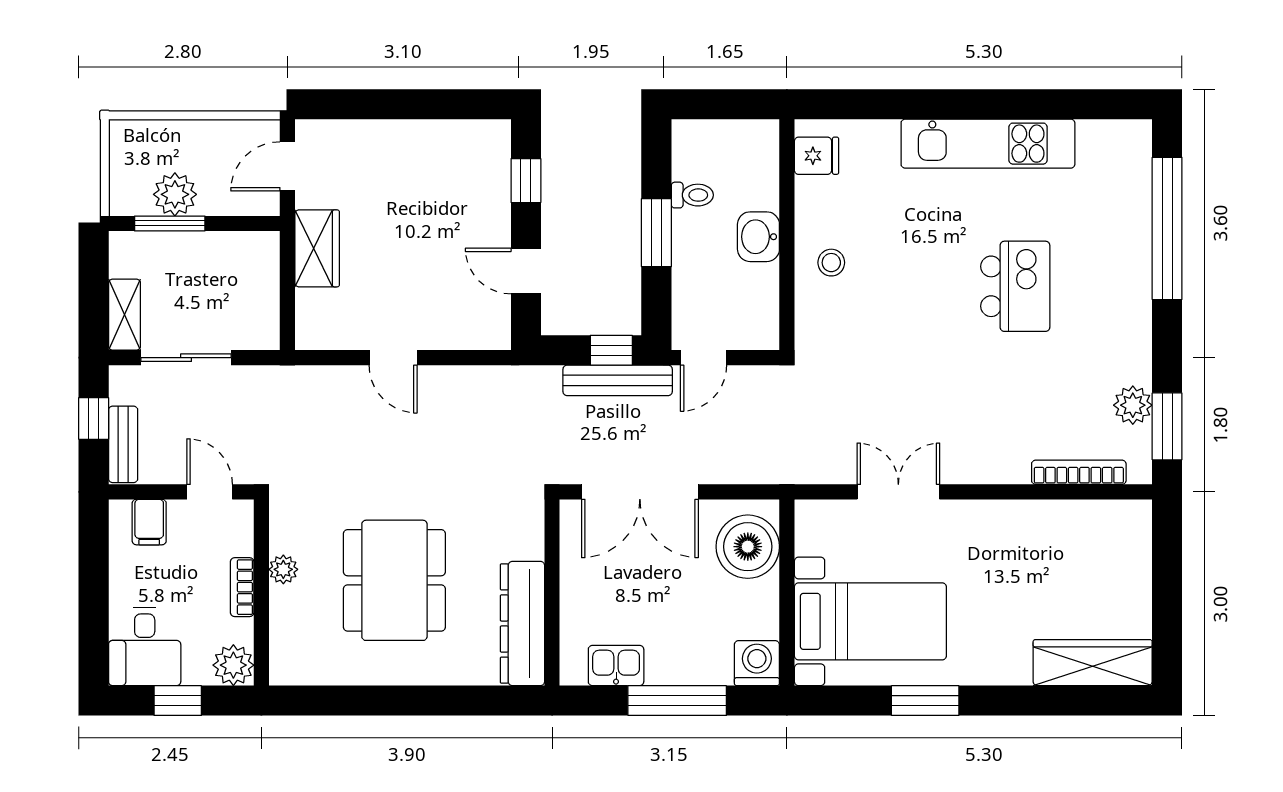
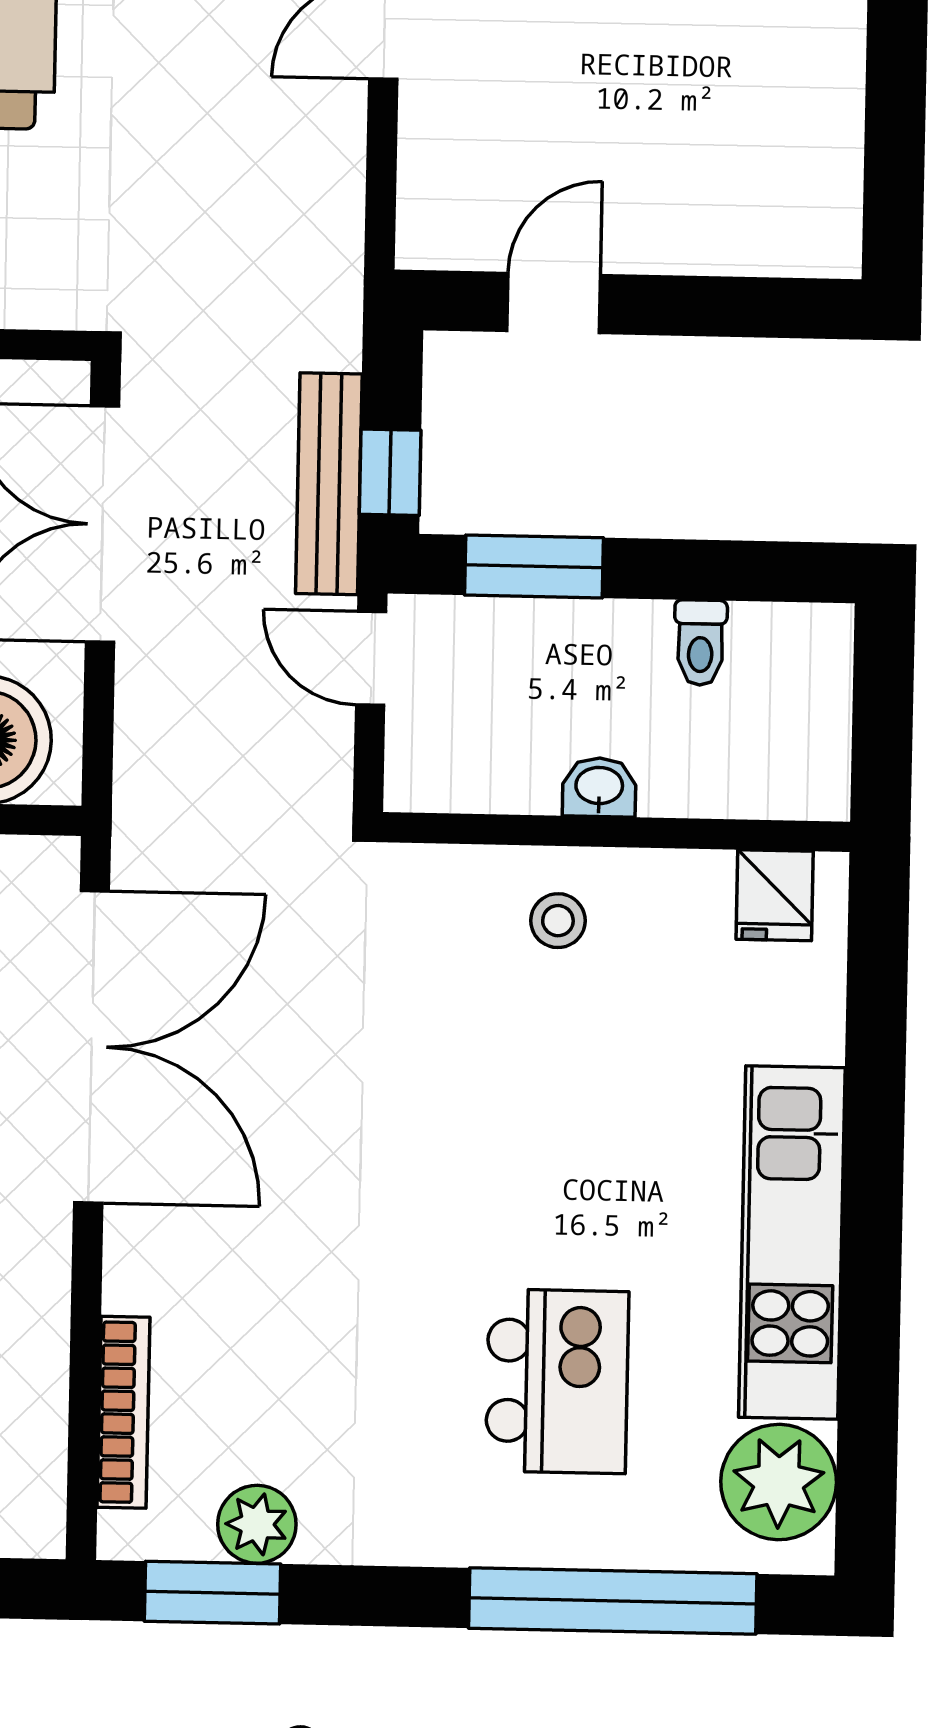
plant: (1107, 148) -> (779, 1482), added
window: (526, 181) -> (737, 307), removed
window: (656, 233) -> (534, 566), moved
washbasin: (758, 237) -> (599, 787), width x0.72, depth x0.69
kitchen island: (1015, 286) -> (557, 1381), moved, turned -90
double door: (898, 492) -> (92, 1047), width x1.87

